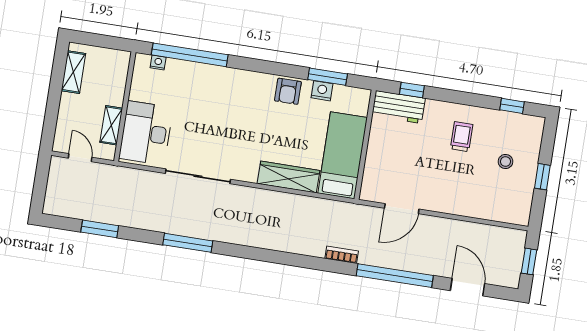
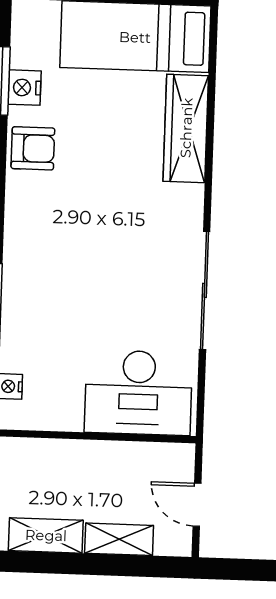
shelving: (111, 125) -> (119, 539), moved
door: (80, 158) -> (197, 505), hinge flipped

